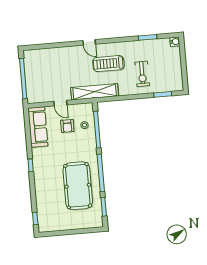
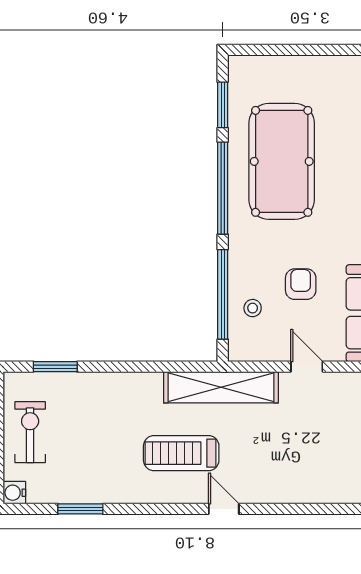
treadmill: (108, 64) -> (181, 453), turned 180
exercise bike: (142, 74) -> (30, 432), moved
armchair: (67, 126) -> (301, 284), moved

